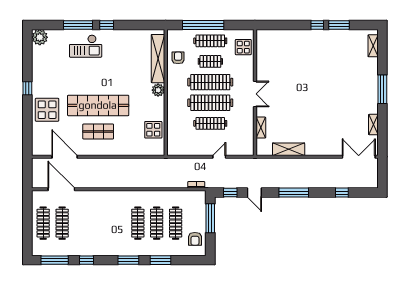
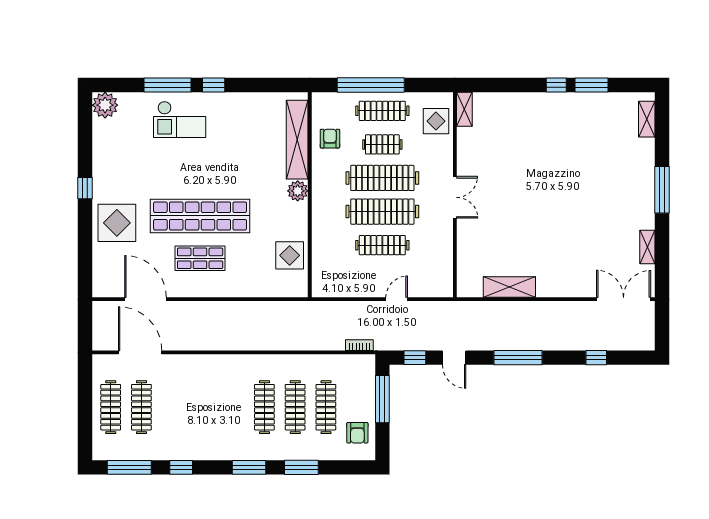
shelving: (261, 128) -> (464, 109), moved

